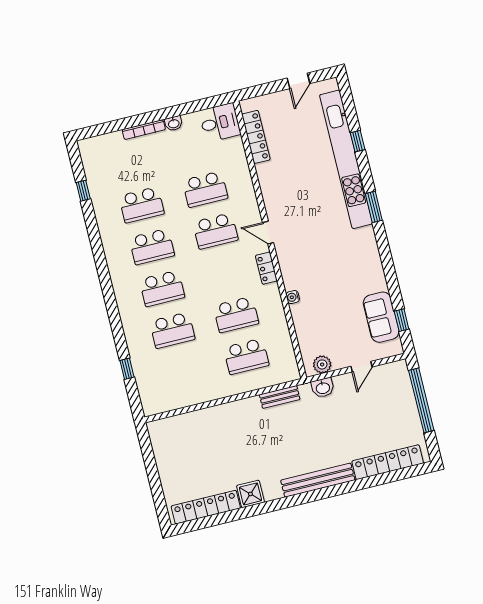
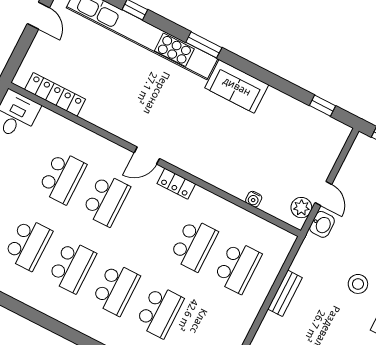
water cooler: (293, 297) -> (254, 199), moved
sofa: (381, 317) -> (237, 86), moved
door: (362, 367) -> (323, 194), moved
bench: (280, 397) -> (285, 293), moved
stool: (304, 446) -> (358, 284), added

